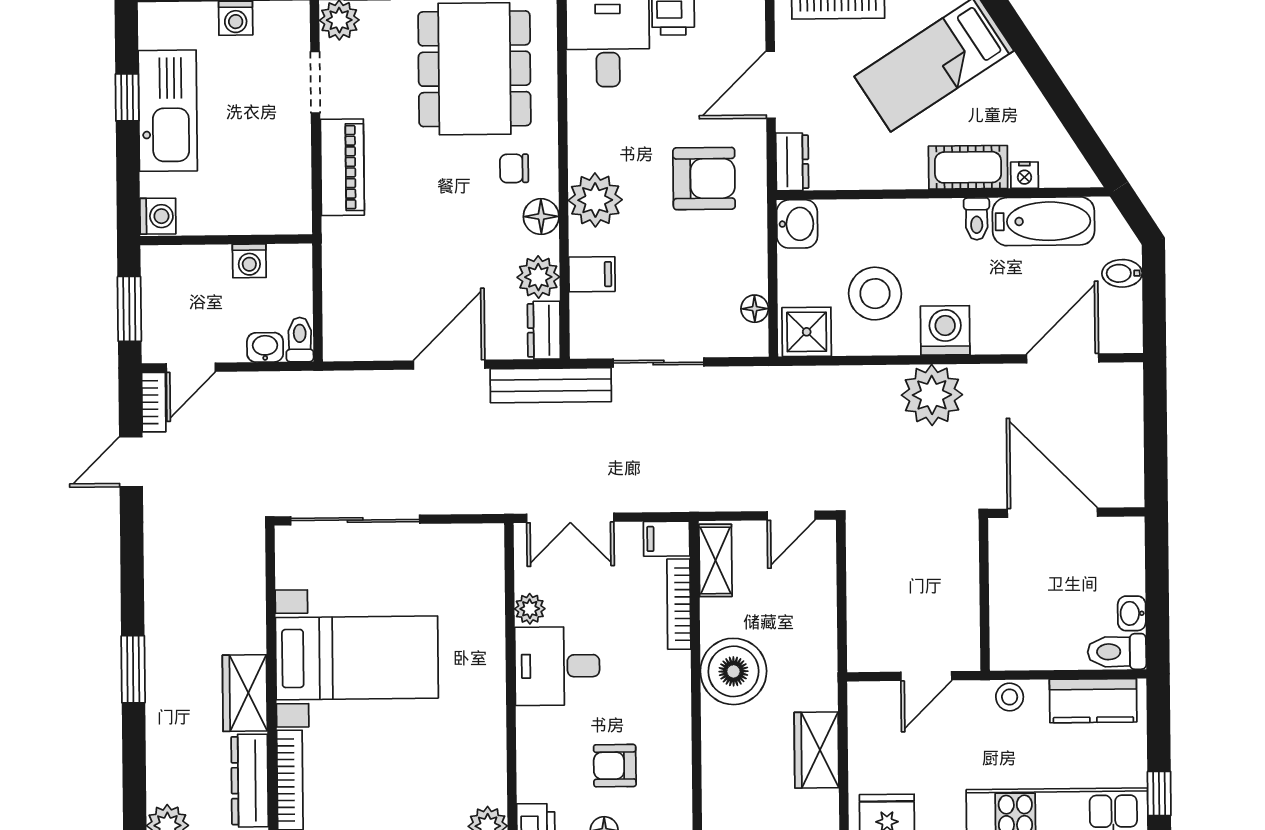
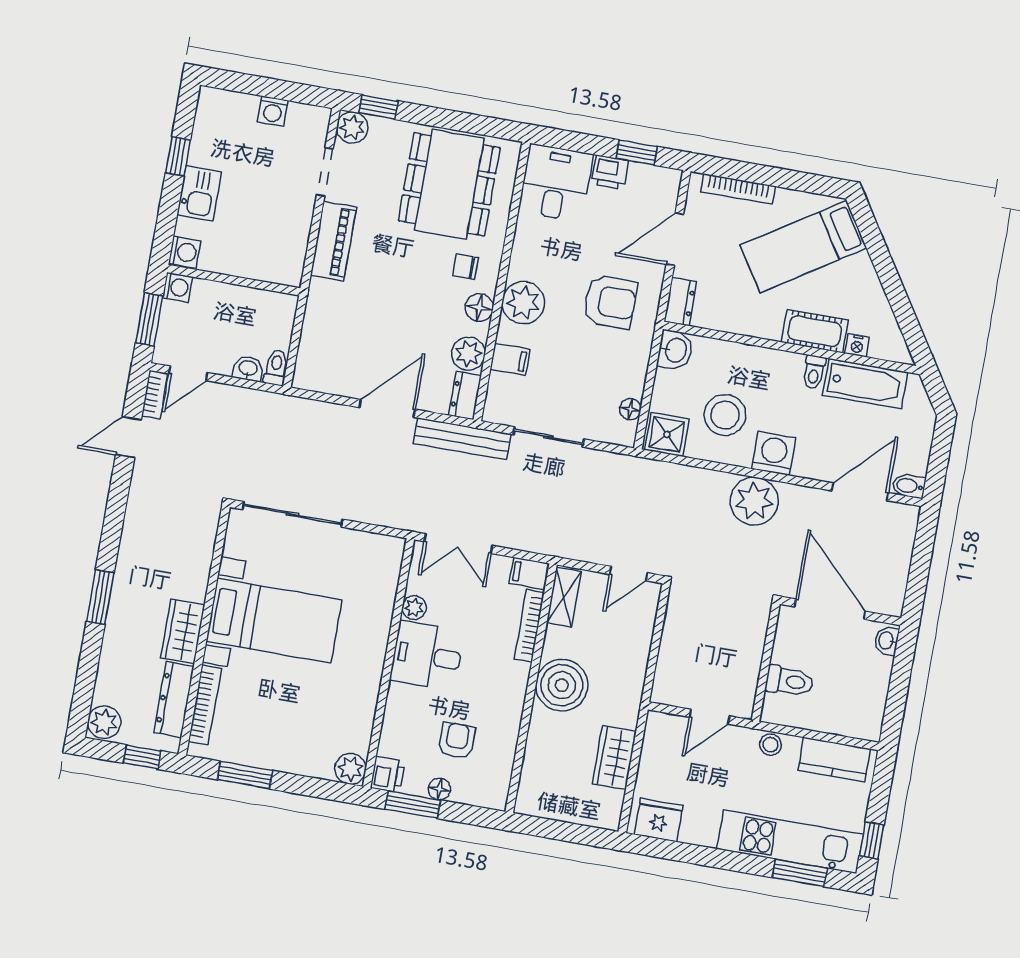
kitchen sink: (168, 111) -> (199, 193), width x0.53, depth x0.81
washing machine: (249, 261) -> (177, 287), moved, turned -90
bidet: (1122, 273) -> (909, 486), moved
washbasin: (1132, 613) -> (887, 641), moved
toilet: (1117, 652) -> (789, 681), moved, turned 180
armchair: (615, 766) -> (457, 741), turned 90

